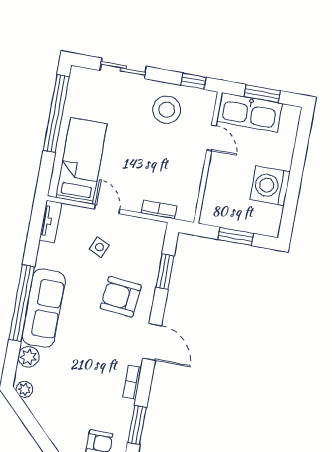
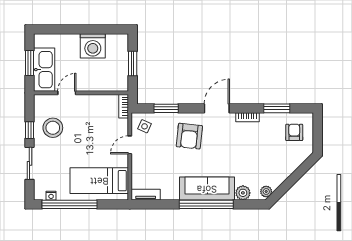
window: (193, 81) -> (29, 130), moved
nightstand: (73, 90) -> (51, 196), added
door: (107, 209) -> (130, 145), moved
bookcase: (159, 210) -> (124, 106), moved
side table: (99, 247) -> (145, 126), moved

